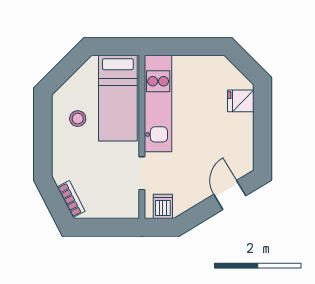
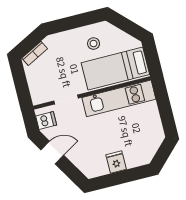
fridge: (241, 101) -> (116, 162), moved
door: (230, 195) -> (52, 153), moved

